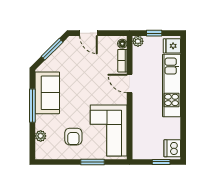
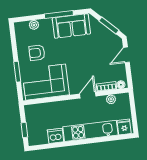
window: (154, 33) -> (133, 111), removed
plant: (138, 41) -> (111, 99), moved
dishwasher: (172, 148) -> (56, 136), moved

